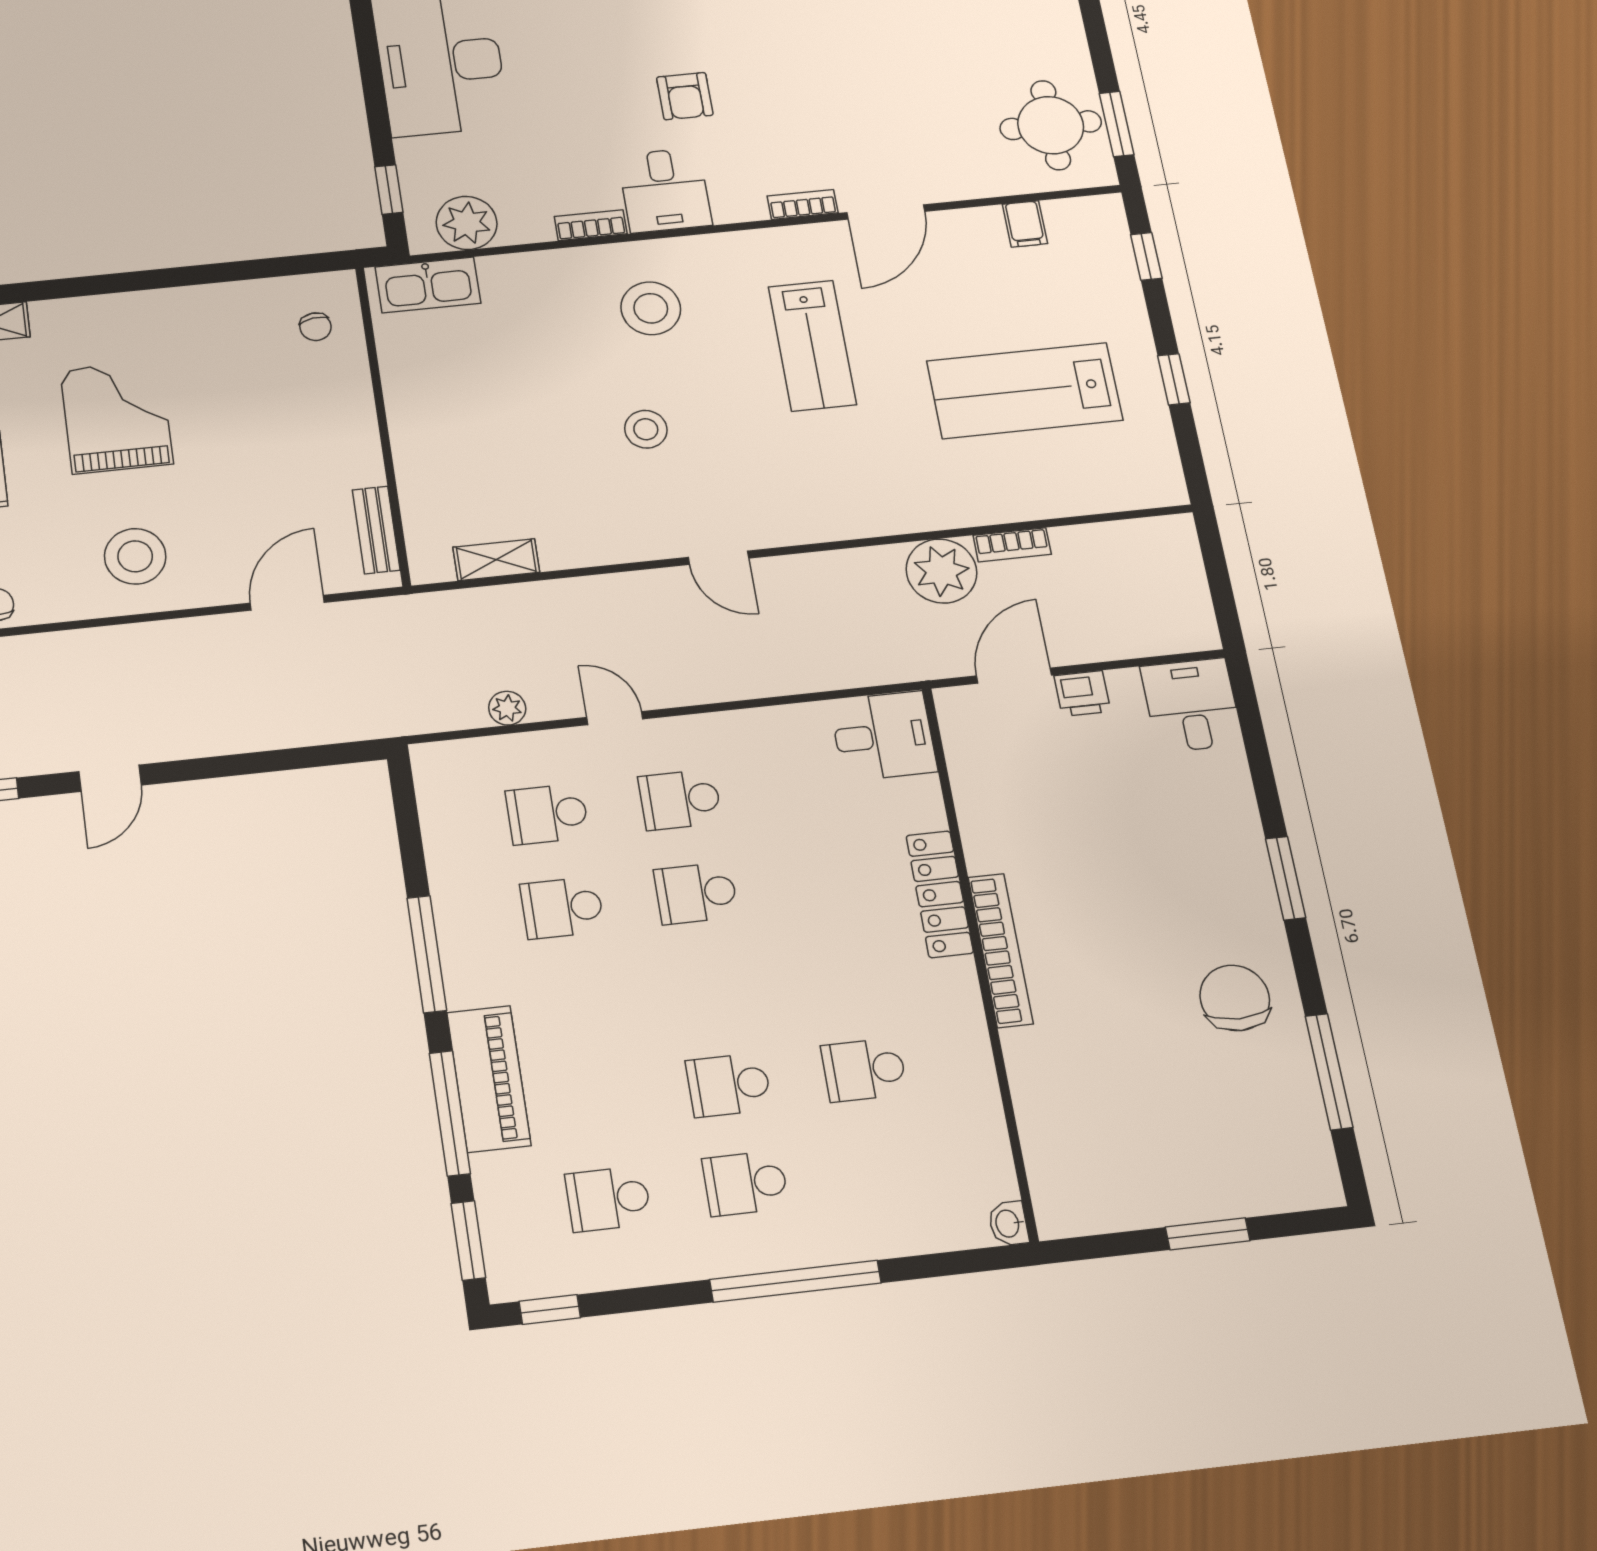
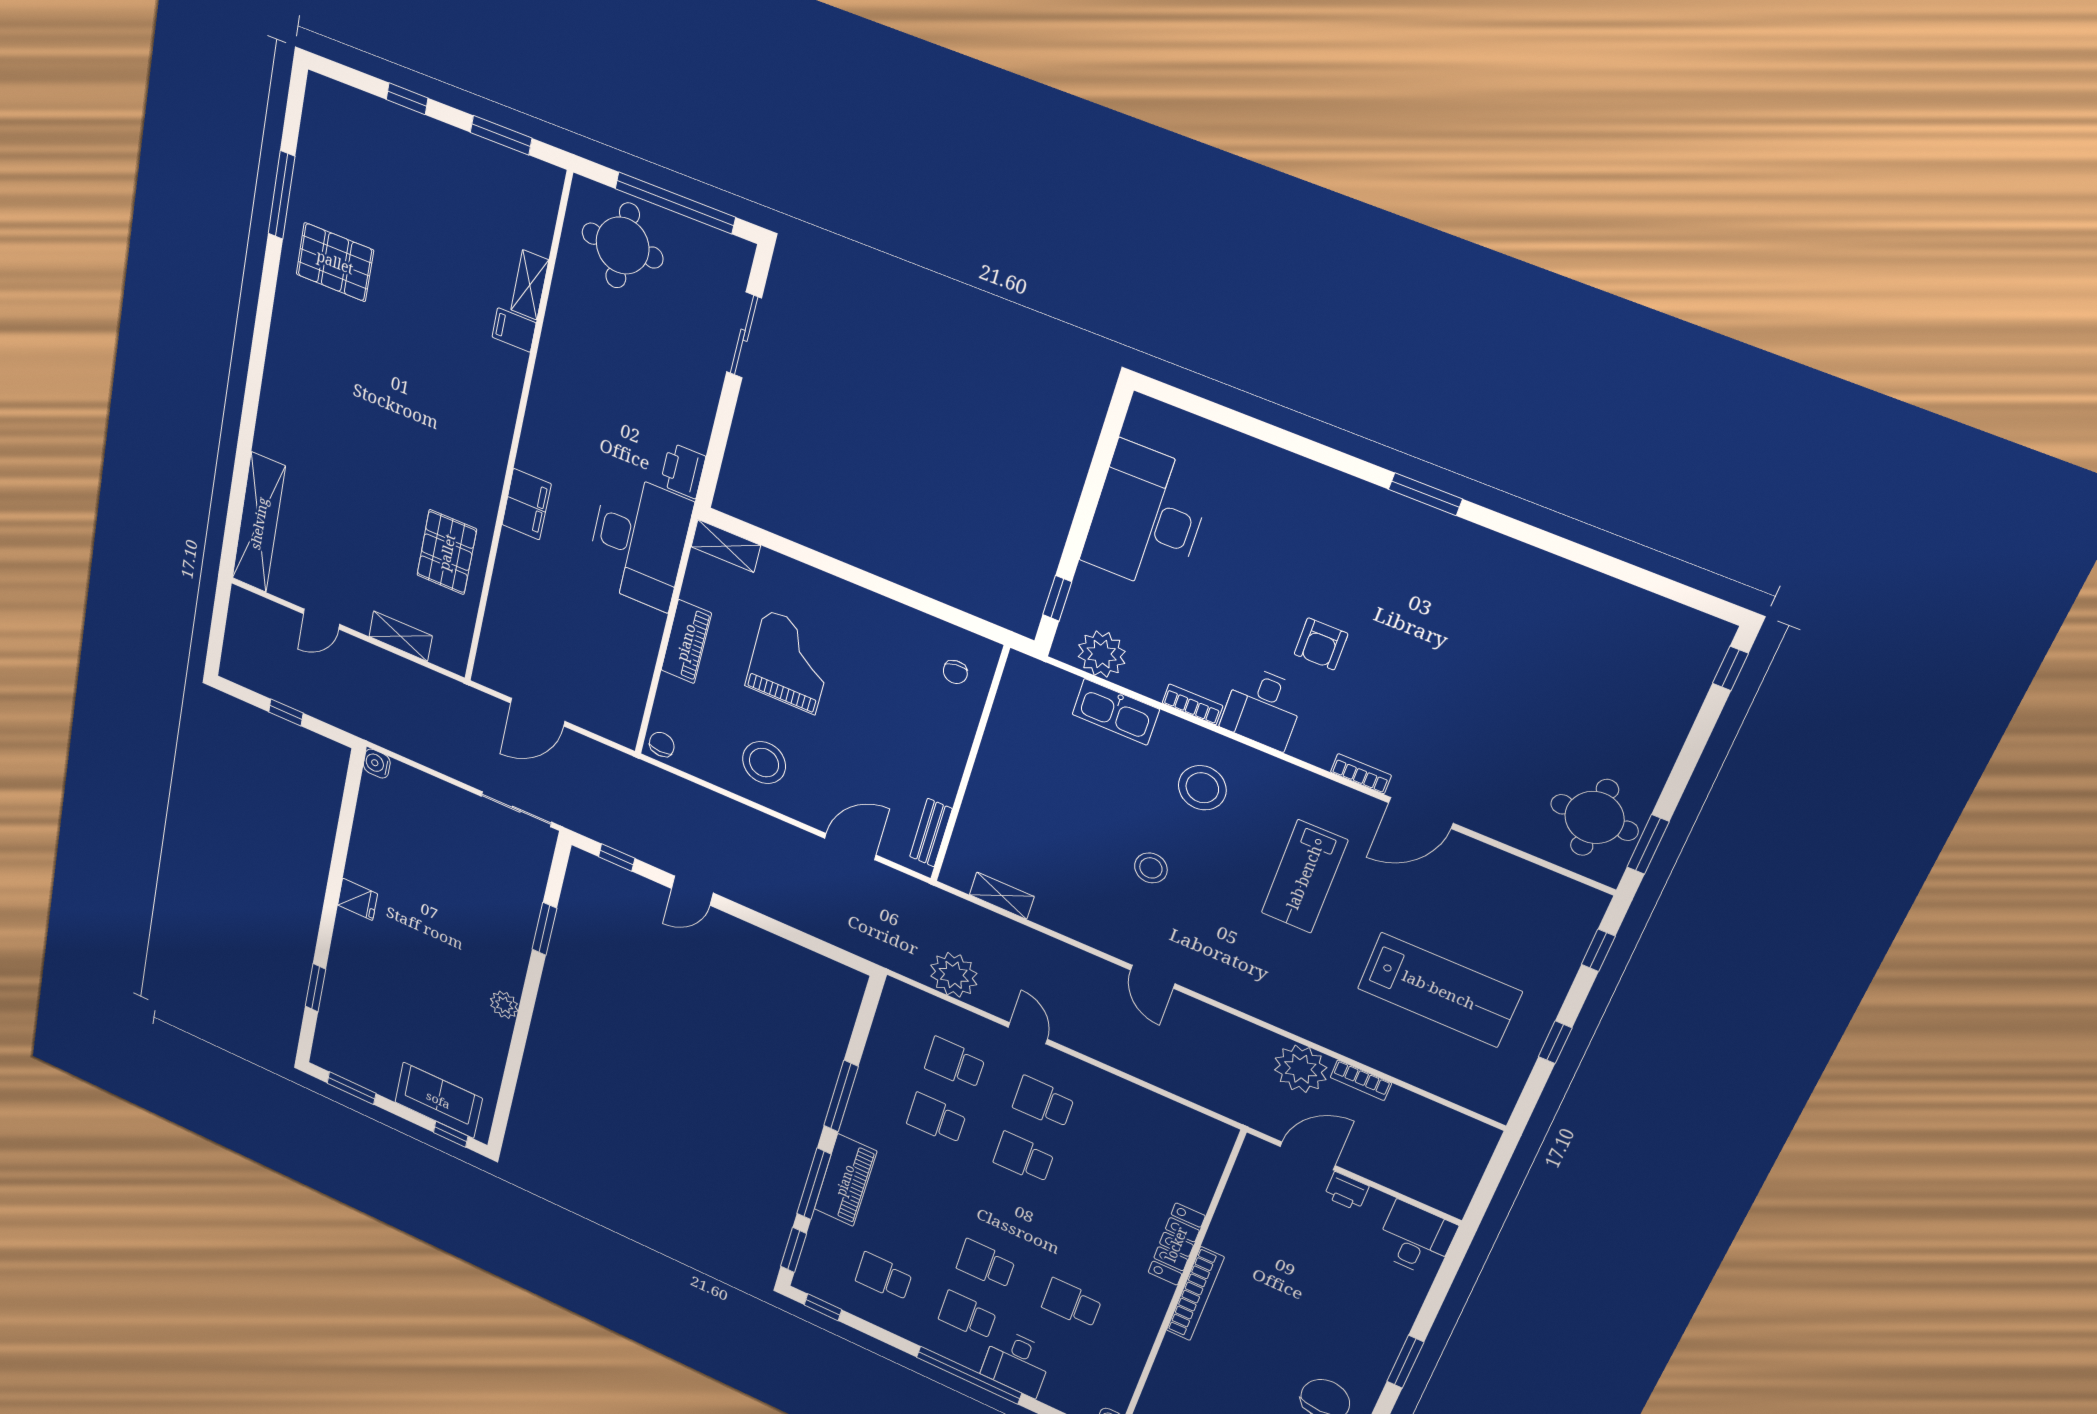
filing cabinet: (1025, 224) -> (1522, 878), removed
kitchen sink: (428, 285) -> (1116, 712), moved
lab bench: (1025, 391) -> (1439, 990), turned 180
plant: (507, 708) -> (954, 975), width x1.88, depth x1.88
desk: (883, 736) -> (1017, 1363), moved, turned 90

